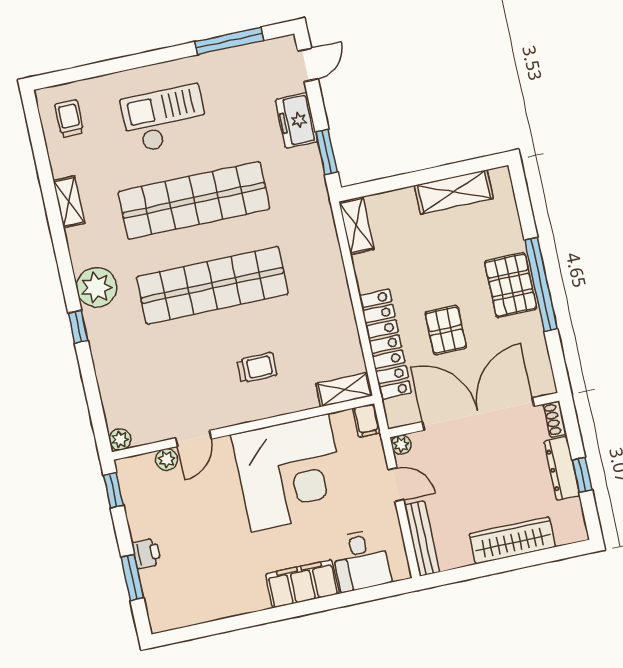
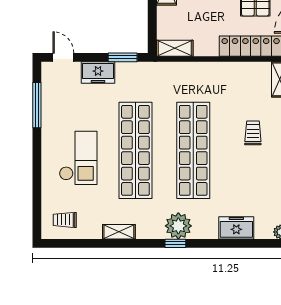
checkout: (165, 119) -> (78, 158), turned 180
window: (78, 327) -> (175, 243), moved
freezer: (112, 373) -> (236, 228), added

